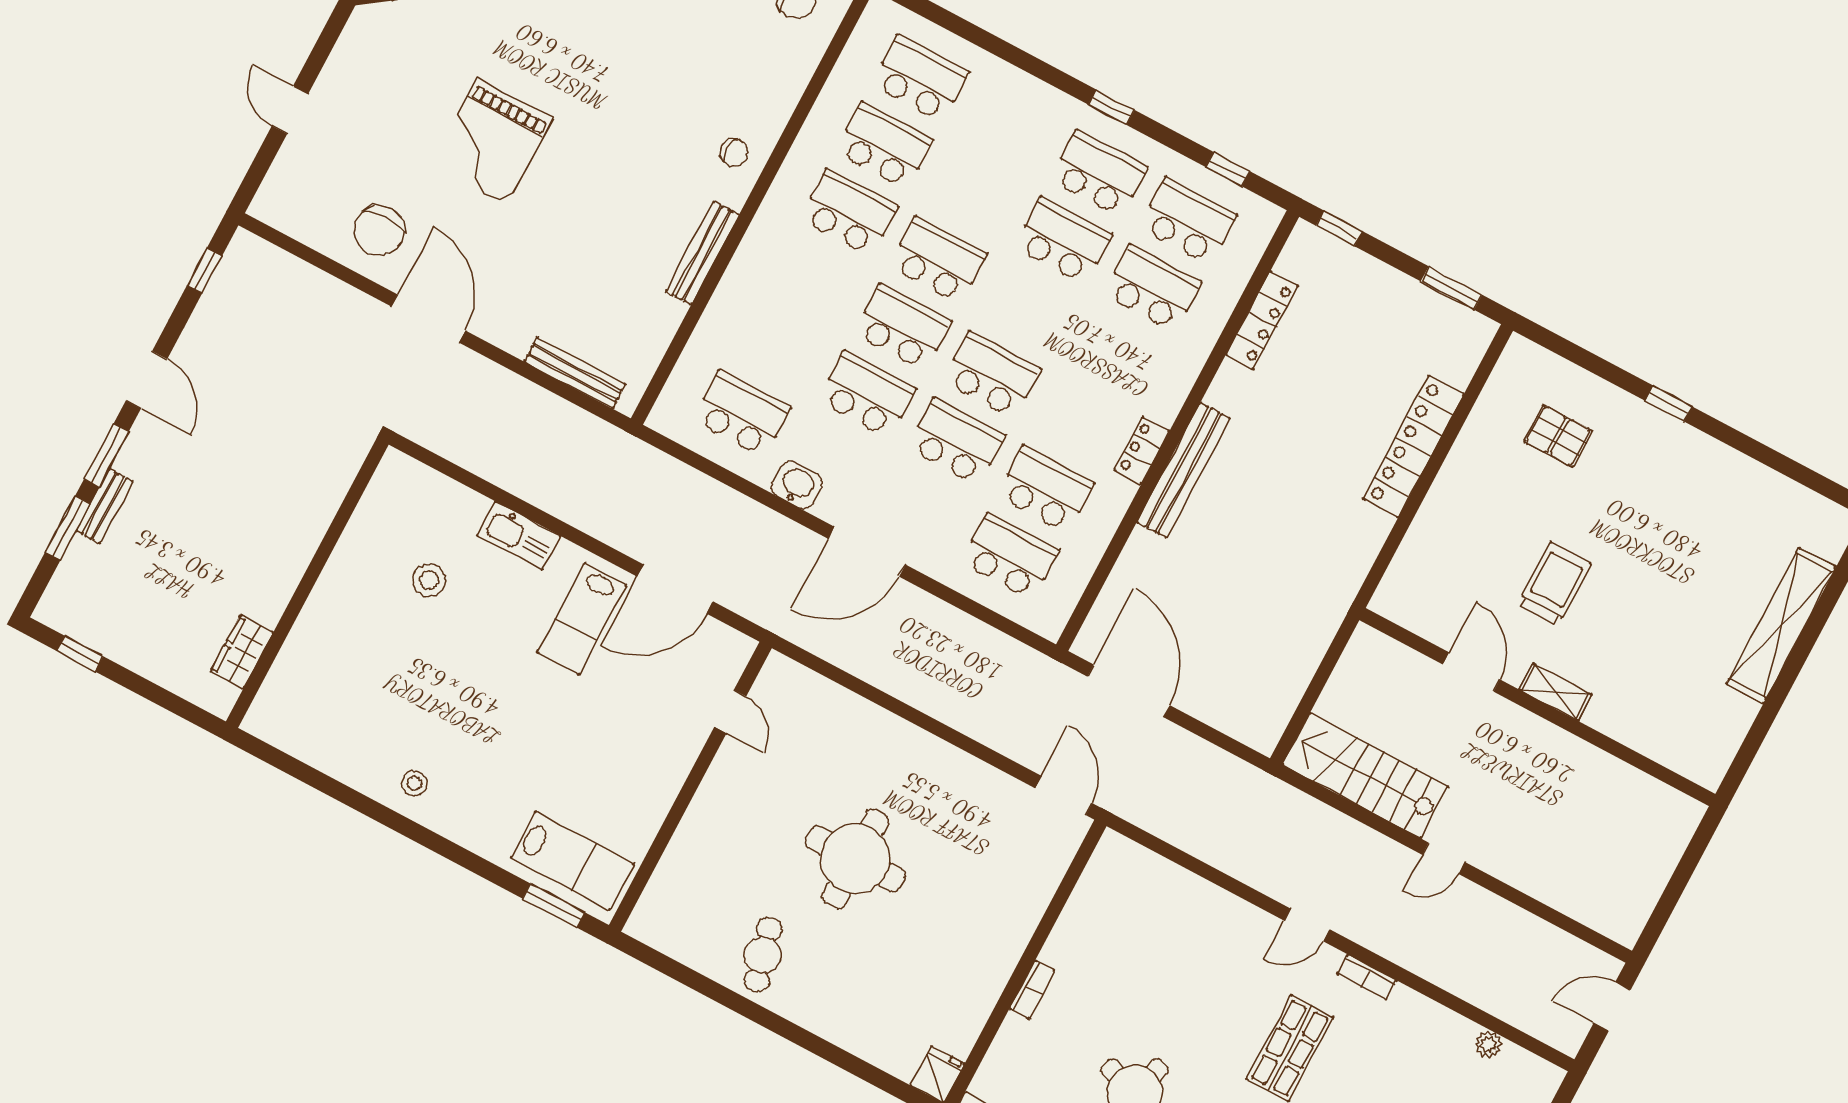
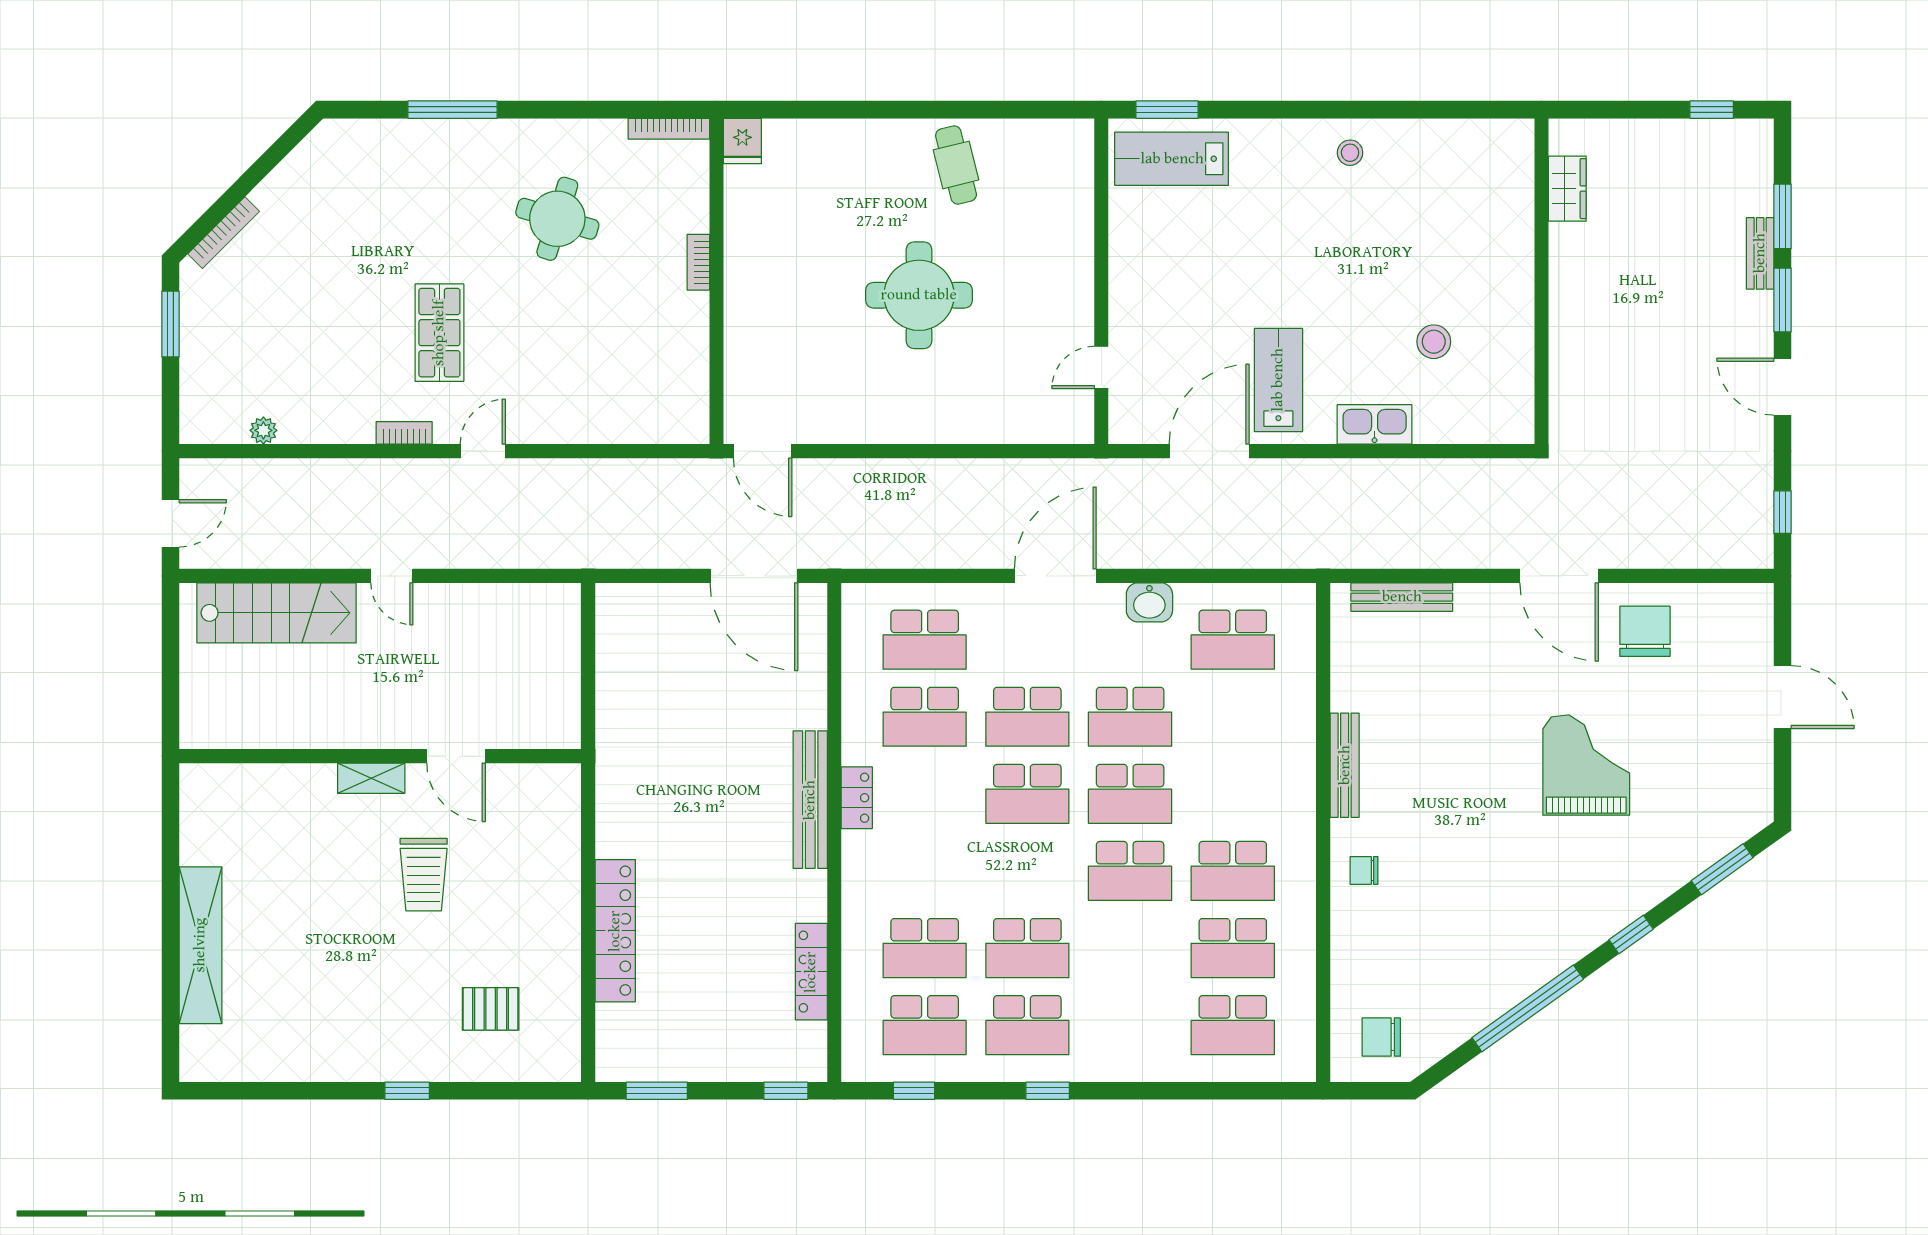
door: (290, 110) -> (1782, 697), width x1.38
door: (730, 712) -> (1101, 367), hinge flipped
stairs: (1365, 776) -> (276, 613), moved
door: (1444, 858) -> (392, 576), swing flipped

